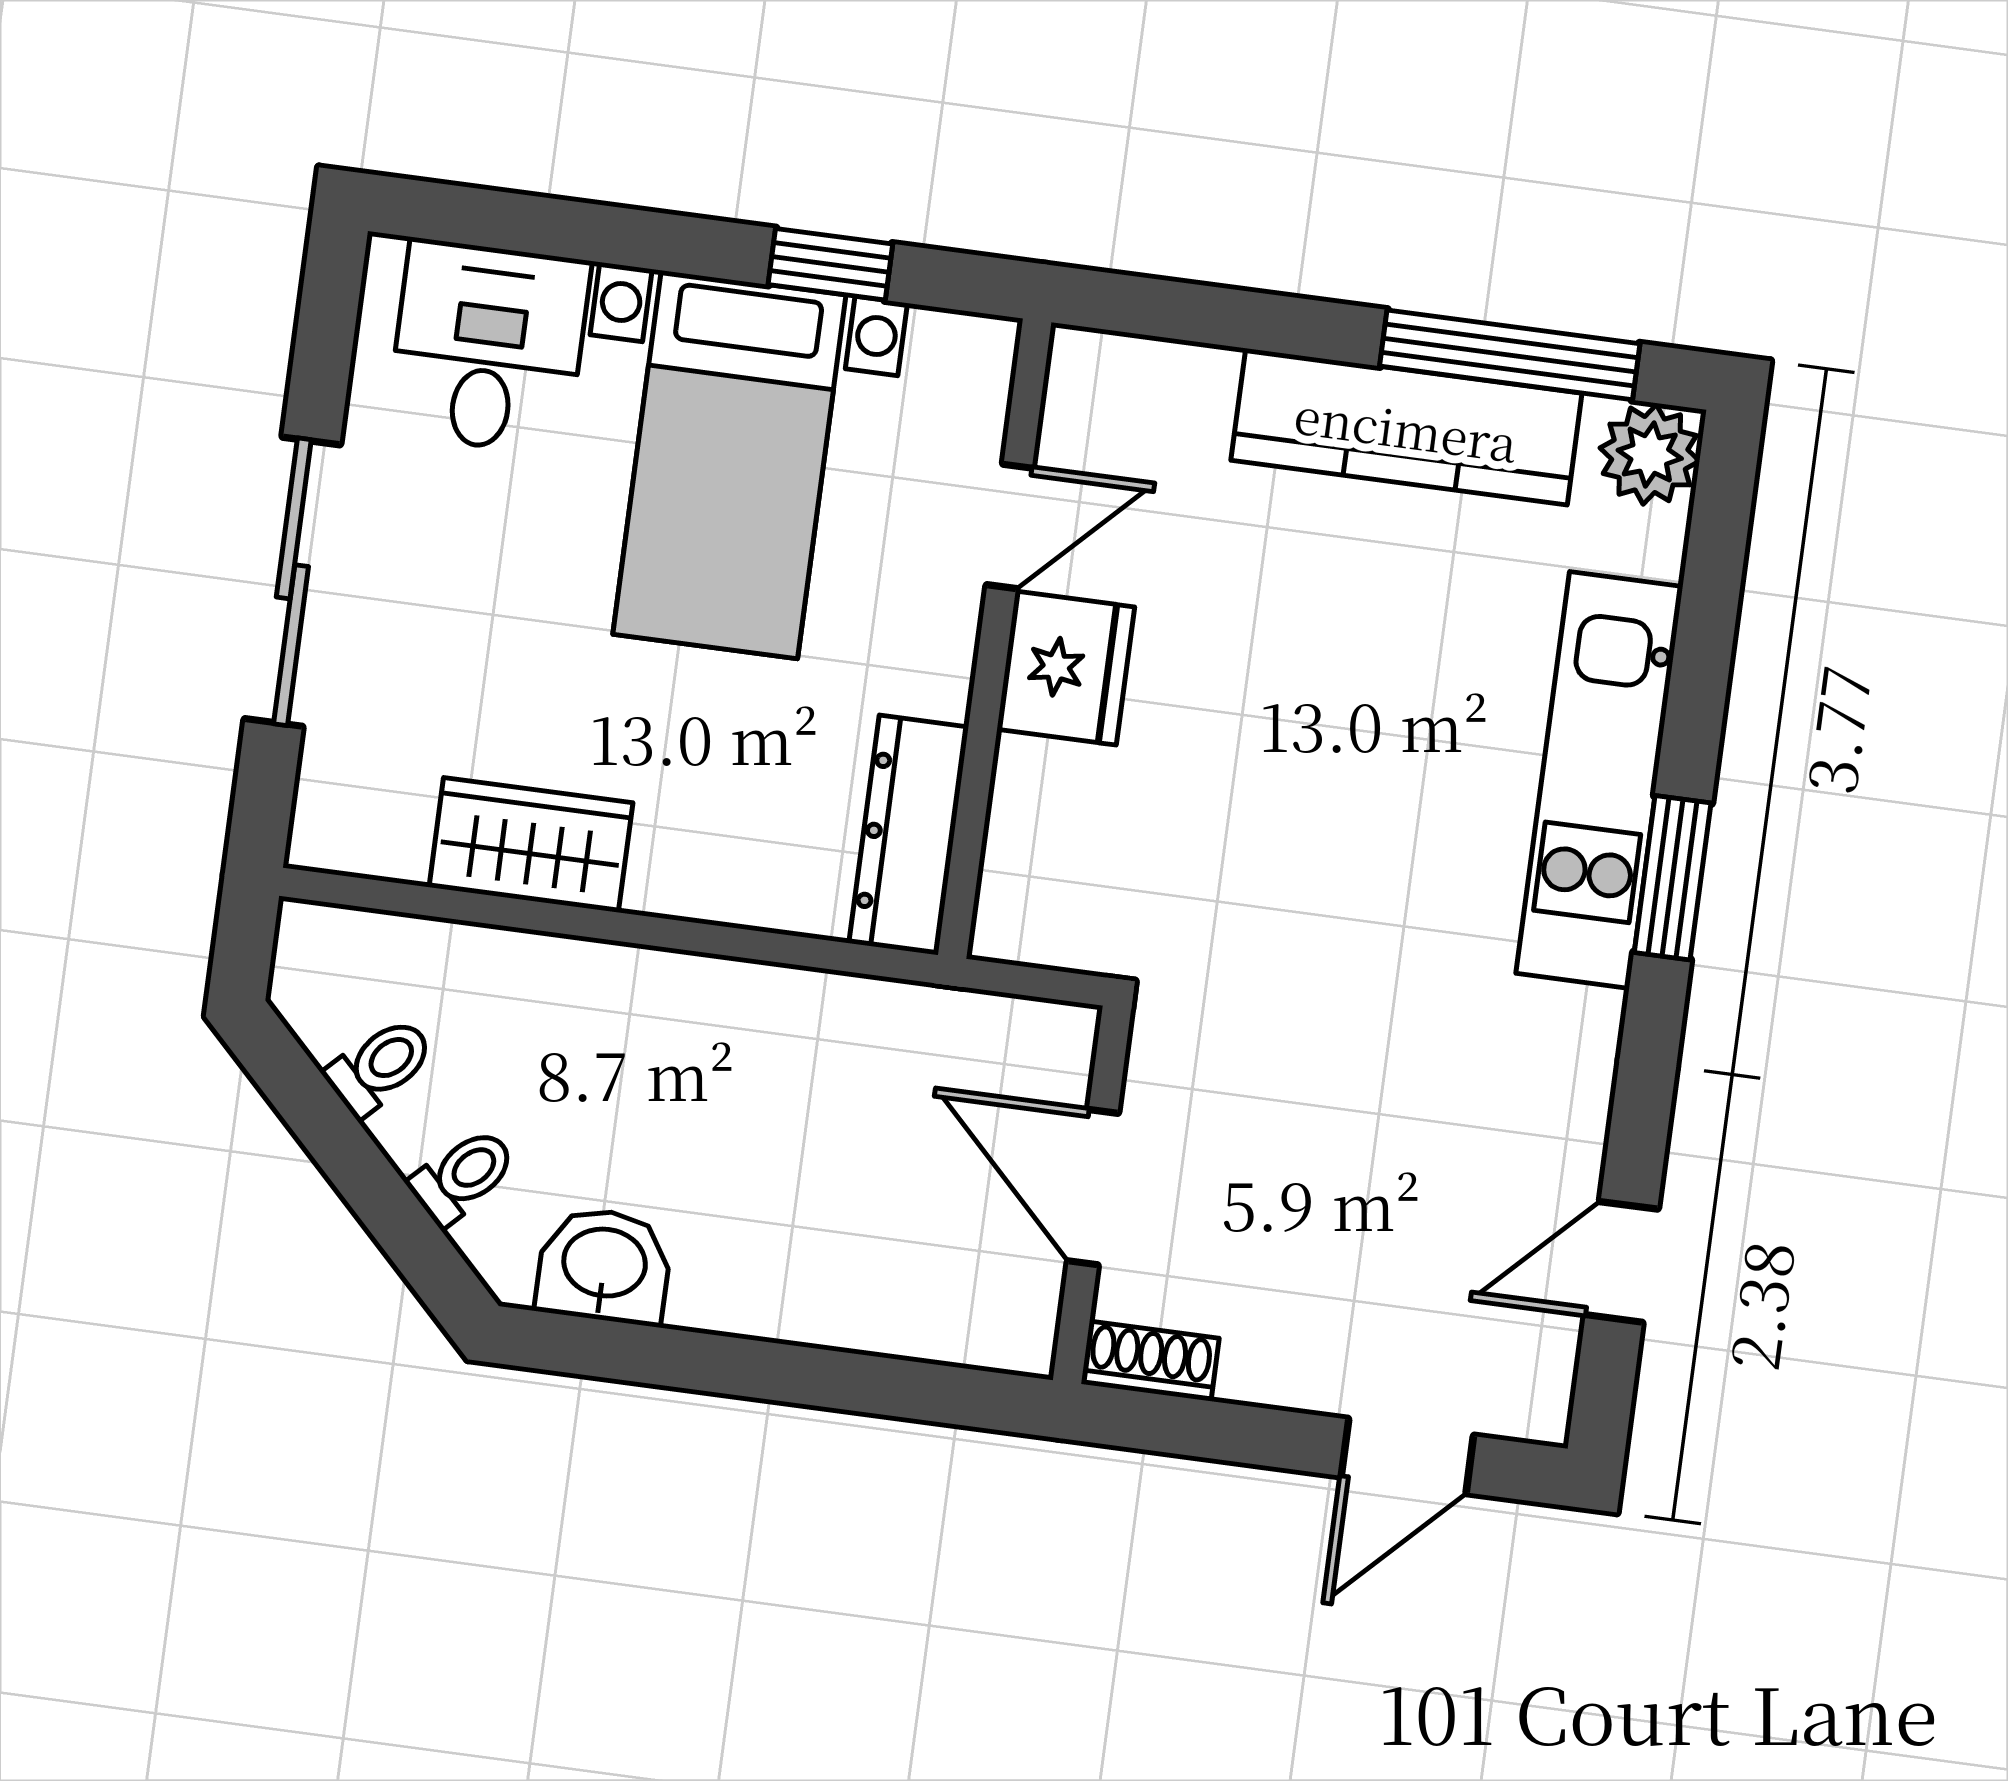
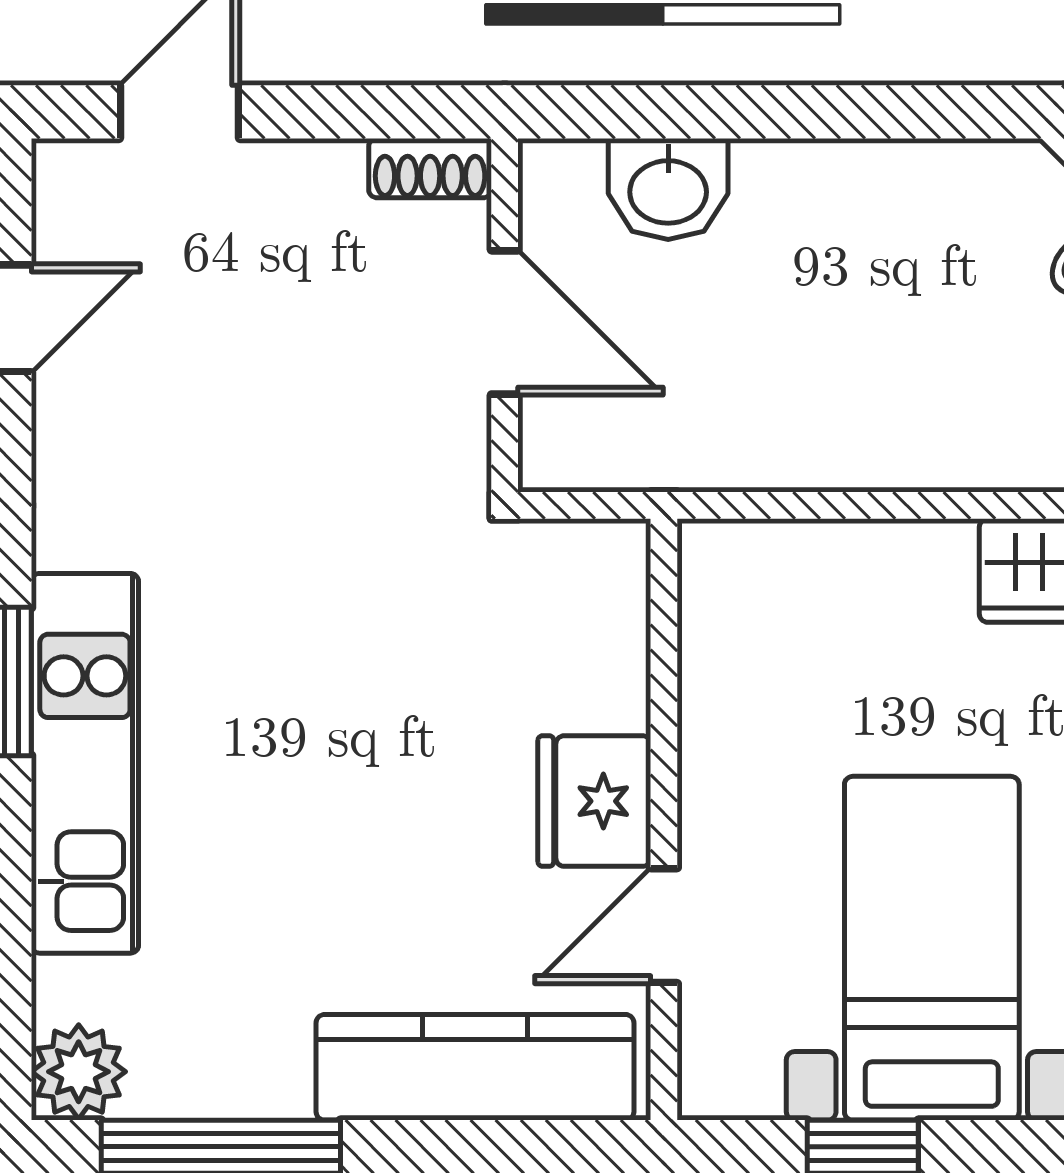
kitchen counter: (1406, 427) -> (475, 1067), moved
dresser: (909, 835) -> (719, 627), removed
washbasin: (604, 1266) -> (668, 189), moved

